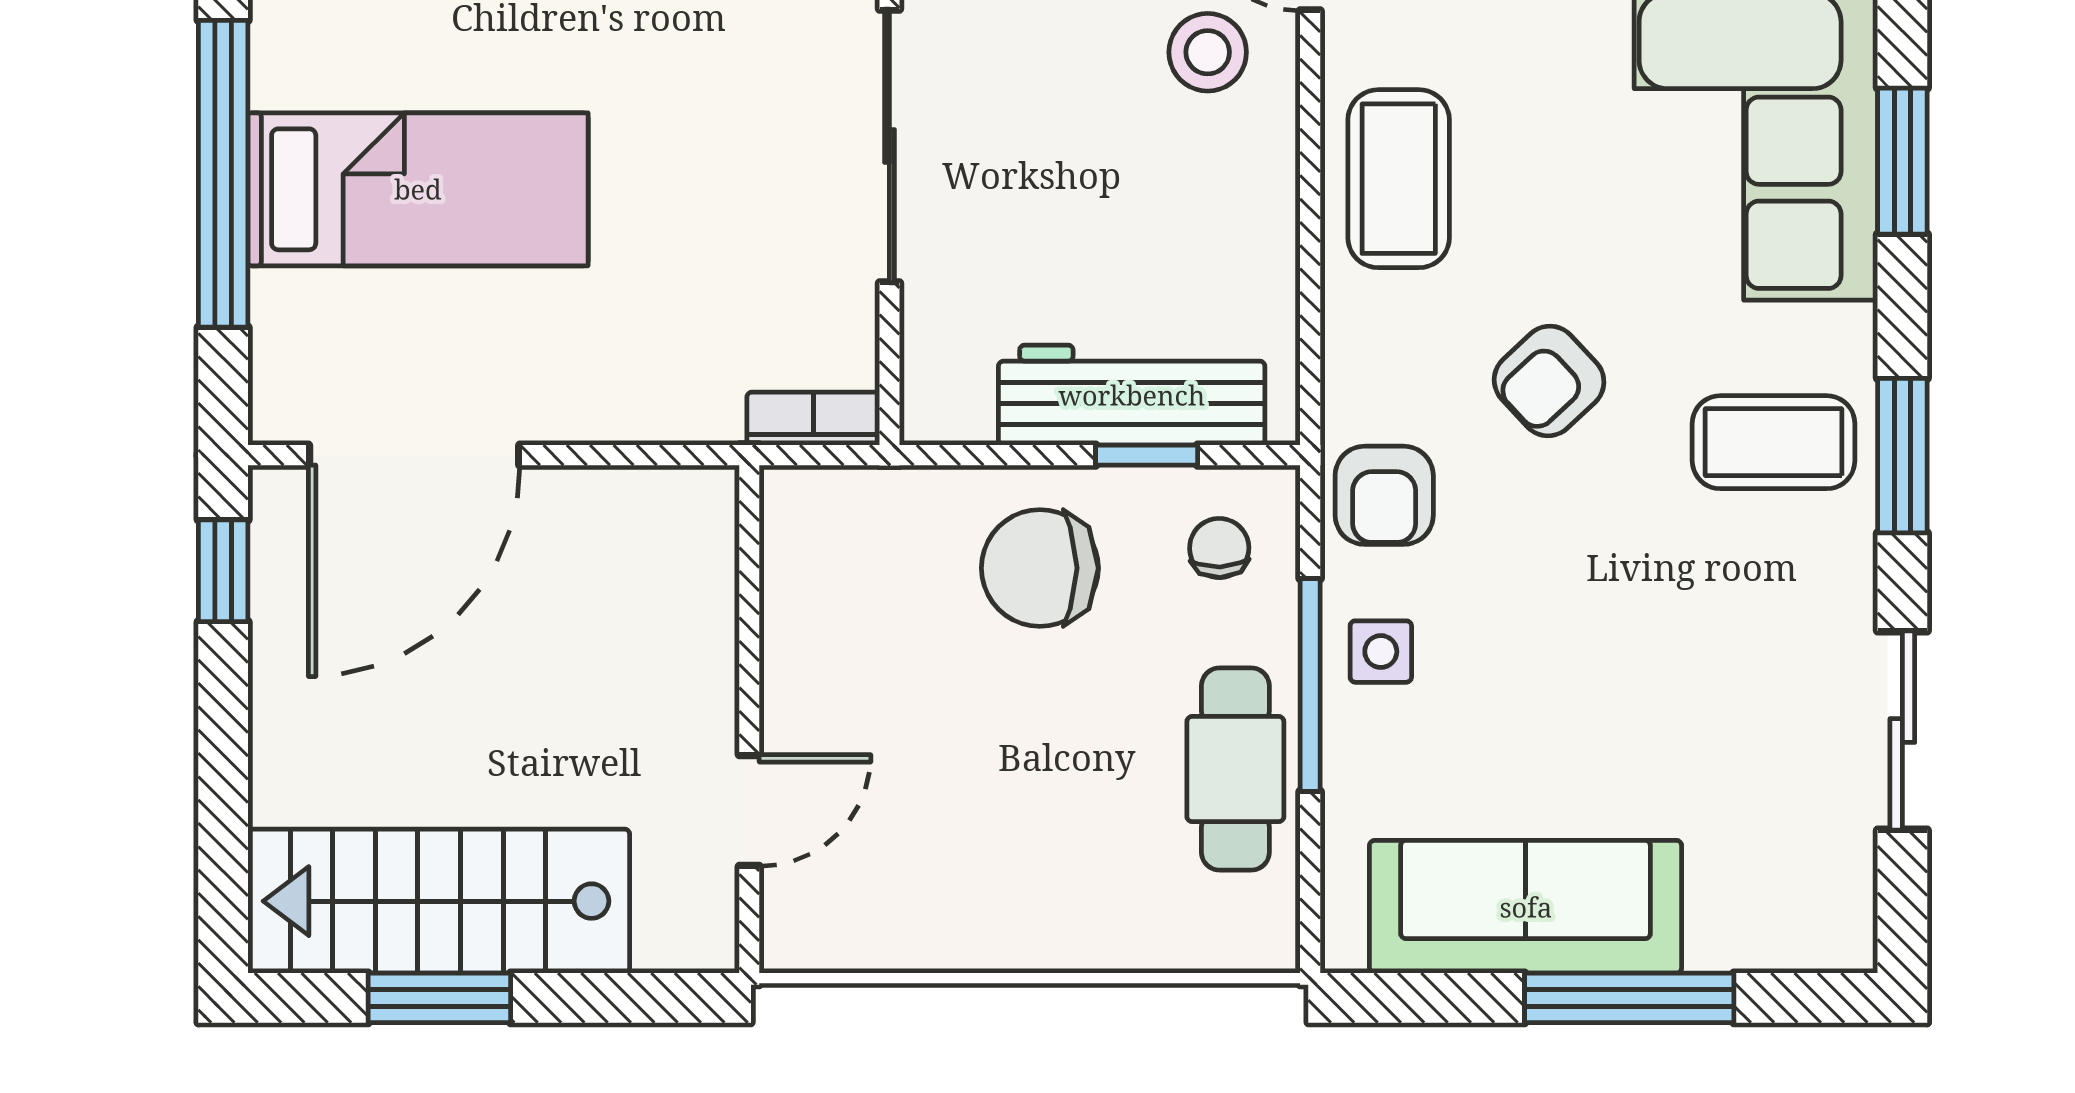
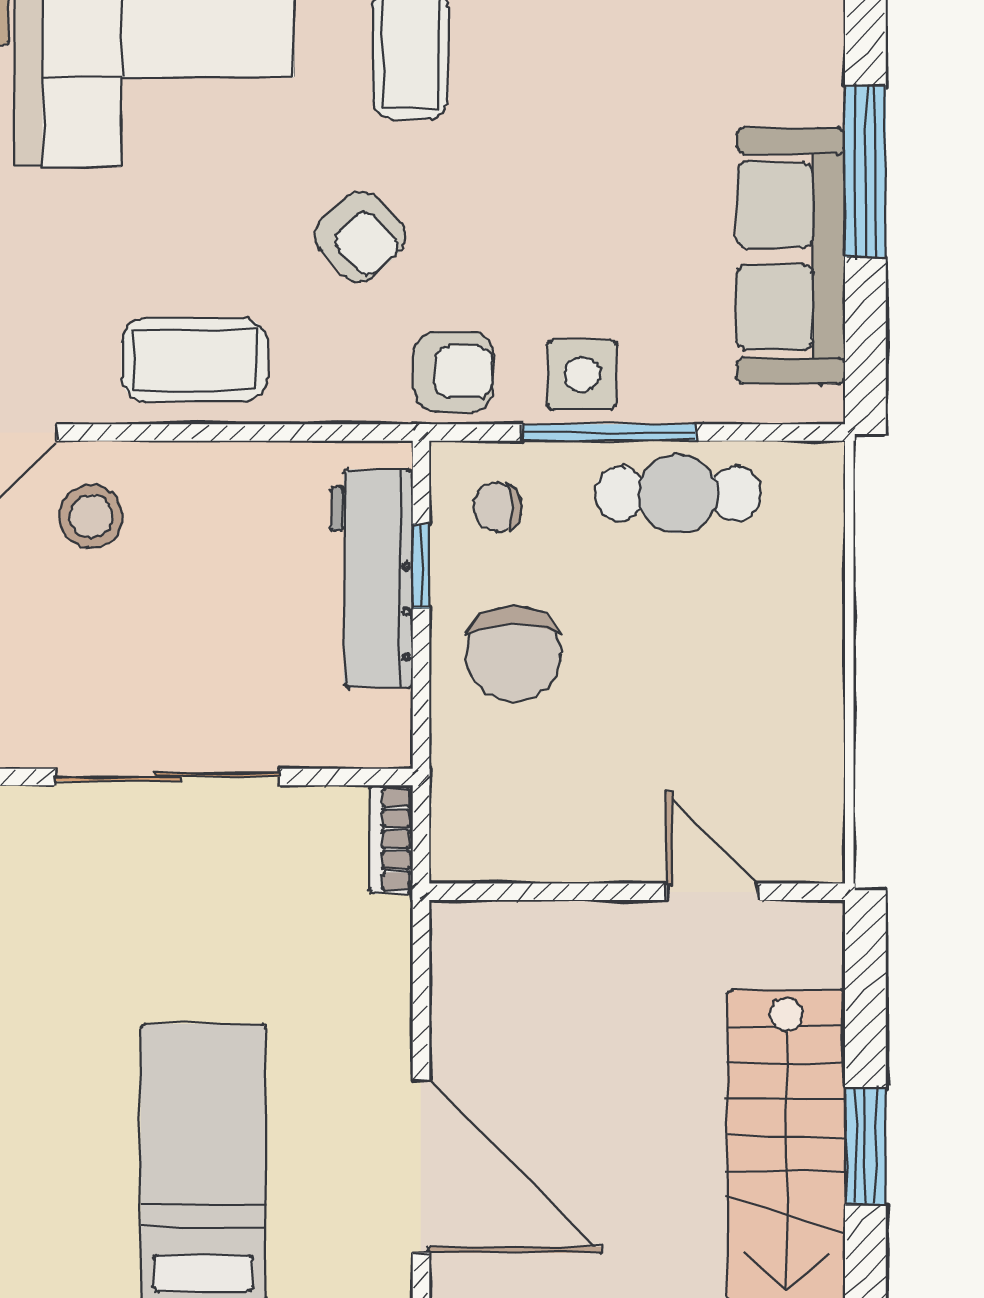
side table: (1381, 652) -> (582, 375), width x1.37, depth x1.37

